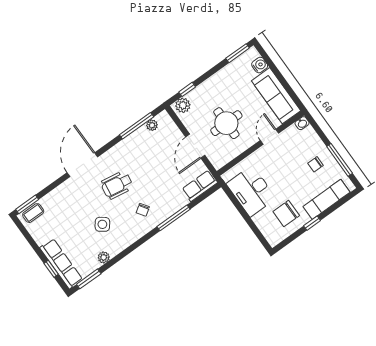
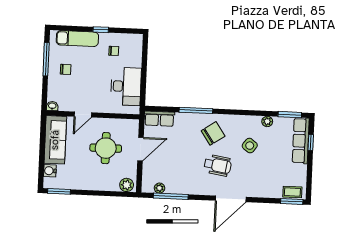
window: (187, 89) -> (115, 194), removed
chair: (143, 210) -> (213, 133), width x1.87, depth x1.87
chair: (286, 214) -> (114, 51), width x0.54, depth x0.54

